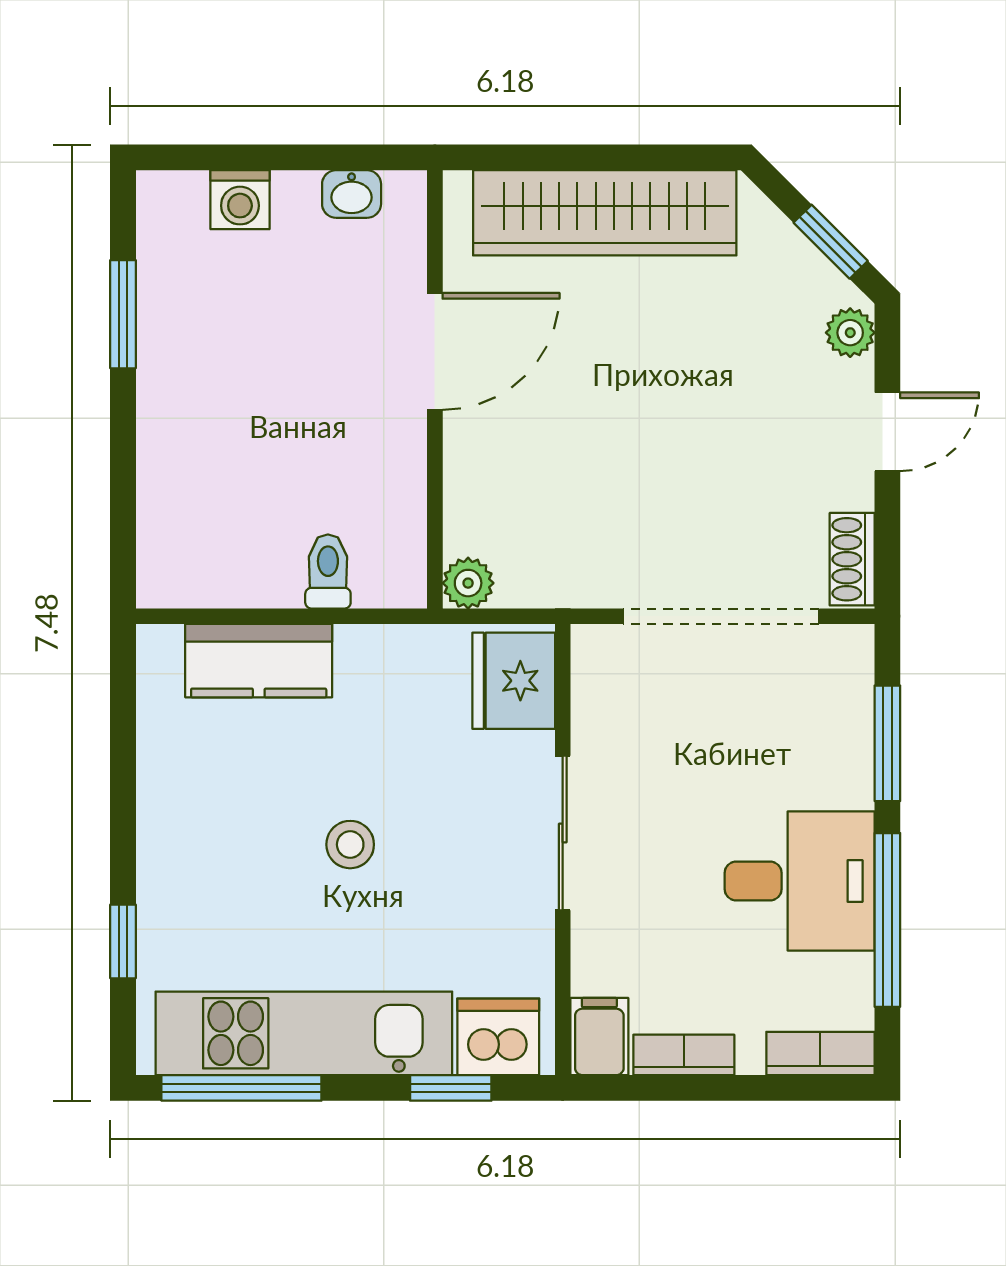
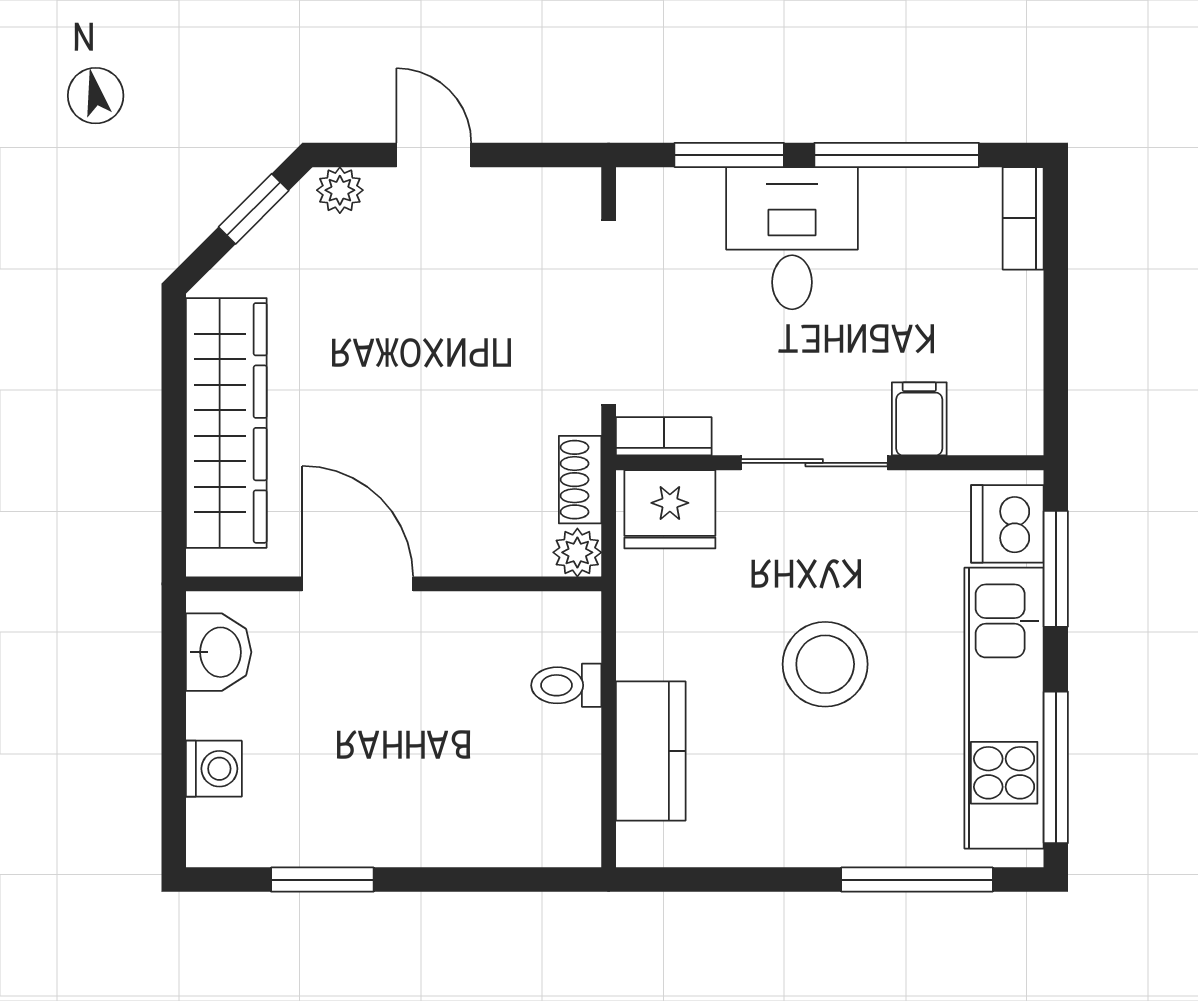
washbasin: (352, 194) -> (219, 652), width x1.38, depth x1.45
shoe rack: (852, 559) -> (580, 480), moved, turned 90
stool: (350, 845) -> (825, 664), width x1.89, depth x1.89
desk: (800, 881) -> (792, 238), moved
window: (123, 941) -> (917, 880), width x2.17
filing cabinet: (599, 1037) -> (919, 419), moved, turned 90
bookcase: (684, 1055) -> (664, 436), moved, turned 90
window: (451, 1088) -> (1056, 569), width x1.50

